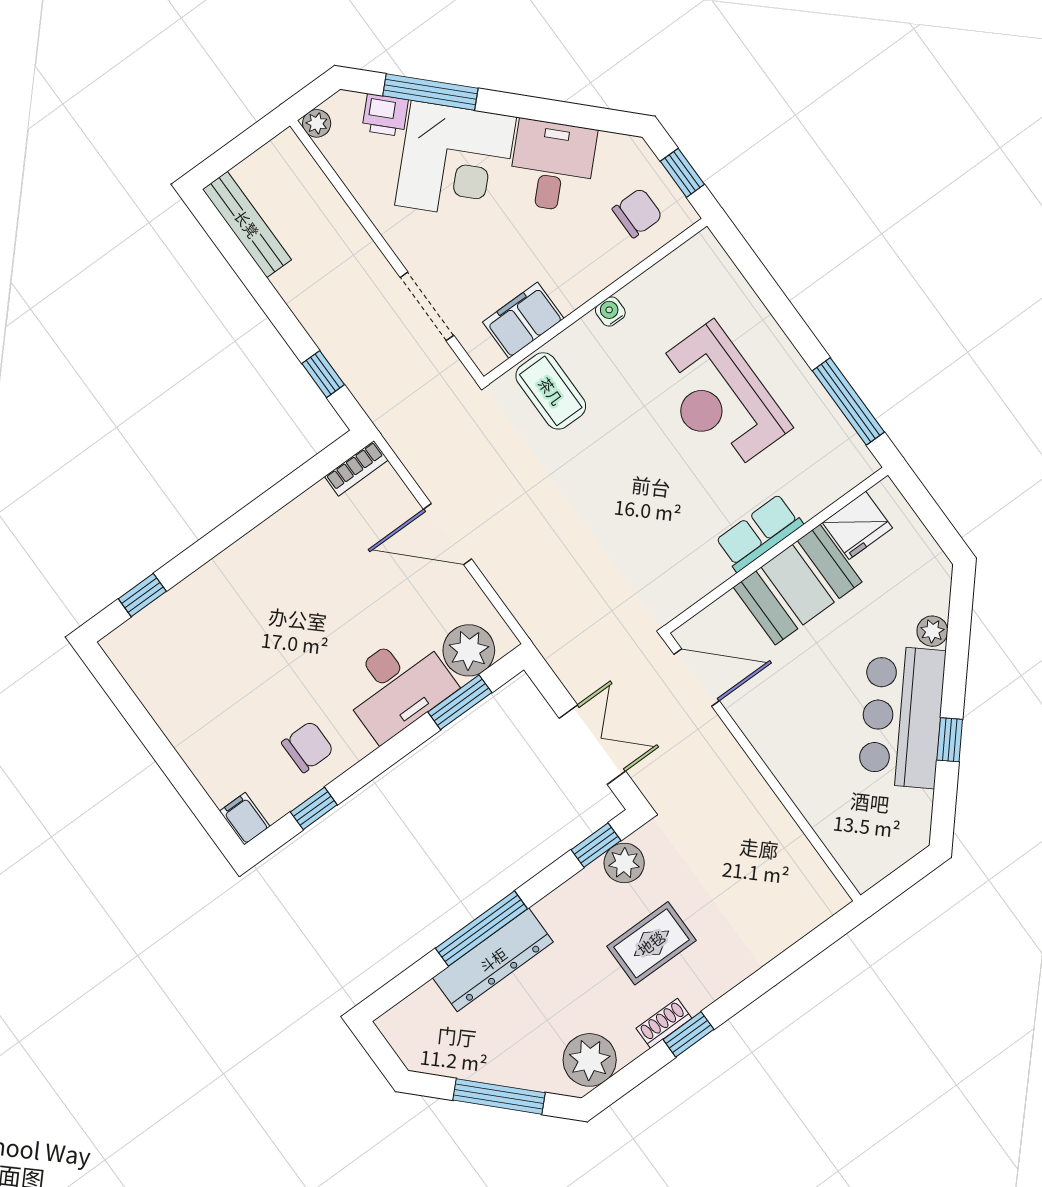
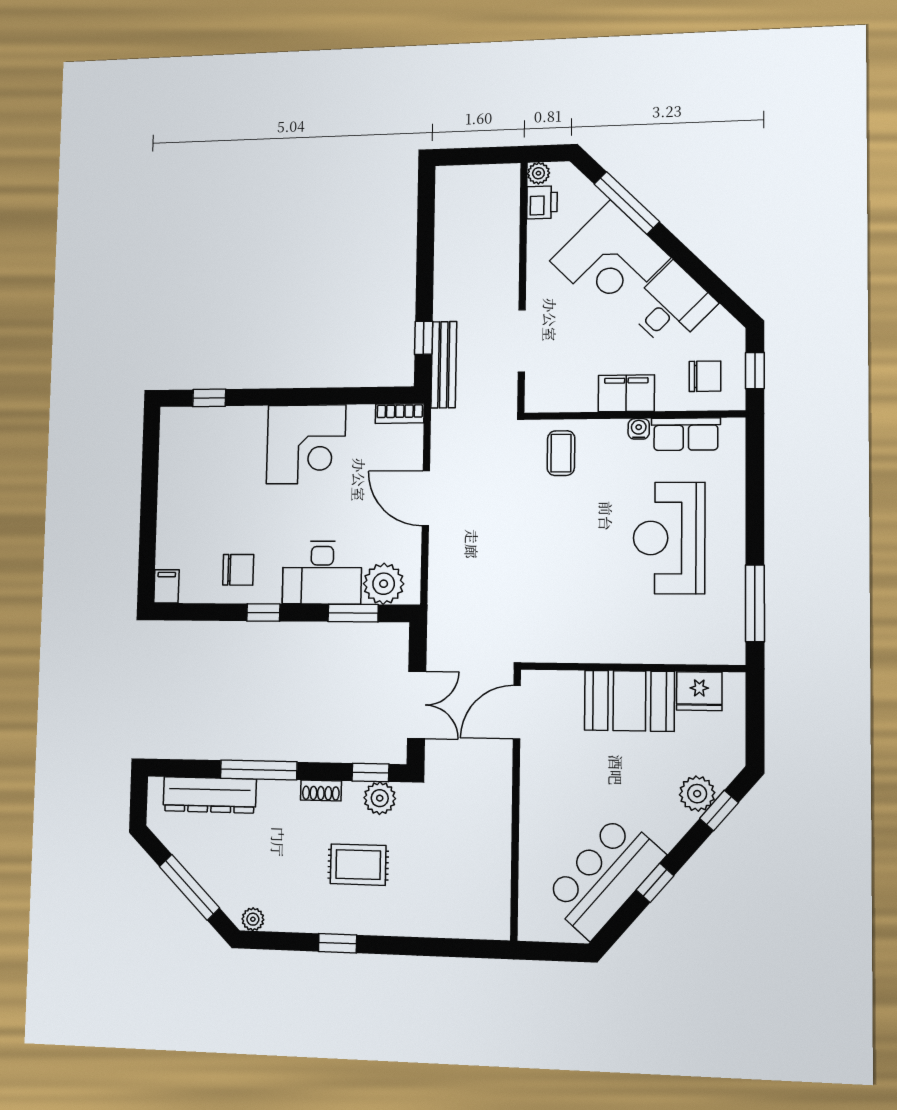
printer: (385, 115) -> (542, 202), moved, turned -135
bench: (247, 224) -> (444, 365), moved
filing cabinet: (523, 320) -> (626, 393), moved
coffee table: (551, 391) -> (561, 453), width x0.73, depth x0.77
row of seats: (759, 533) -> (686, 434), moved, turned 180
corner desk: (282, 569) -> (306, 444), added
window: (959, 625) -> (719, 810), added
plant: (932, 631) -> (697, 794), width x1.38, depth x1.38
door: (697, 677) -> (517, 712), swing flipped
bar counter: (902, 717) -> (604, 876), moved
window: (314, 808) -> (263, 612), moved
dresser: (493, 960) -> (210, 795), moved
shoe rack: (664, 1023) -> (321, 790), moved, turned 180
plant: (590, 1060) -> (253, 919), width x0.53, depth x0.53

